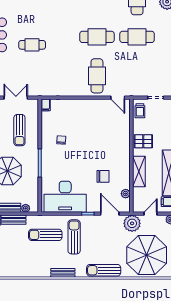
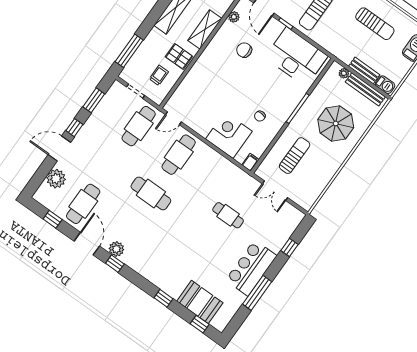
cafe table: (137, 37) -> (139, 126), moved, turned 90
cafe table: (32, 45) -> (228, 215), moved
door: (118, 98) -> (173, 118), swing flipped
trolley: (140, 111) -> (159, 75), moved
corner desk: (73, 113) -> (229, 135), added
sun lounger: (45, 235) -> (375, 24), moved

